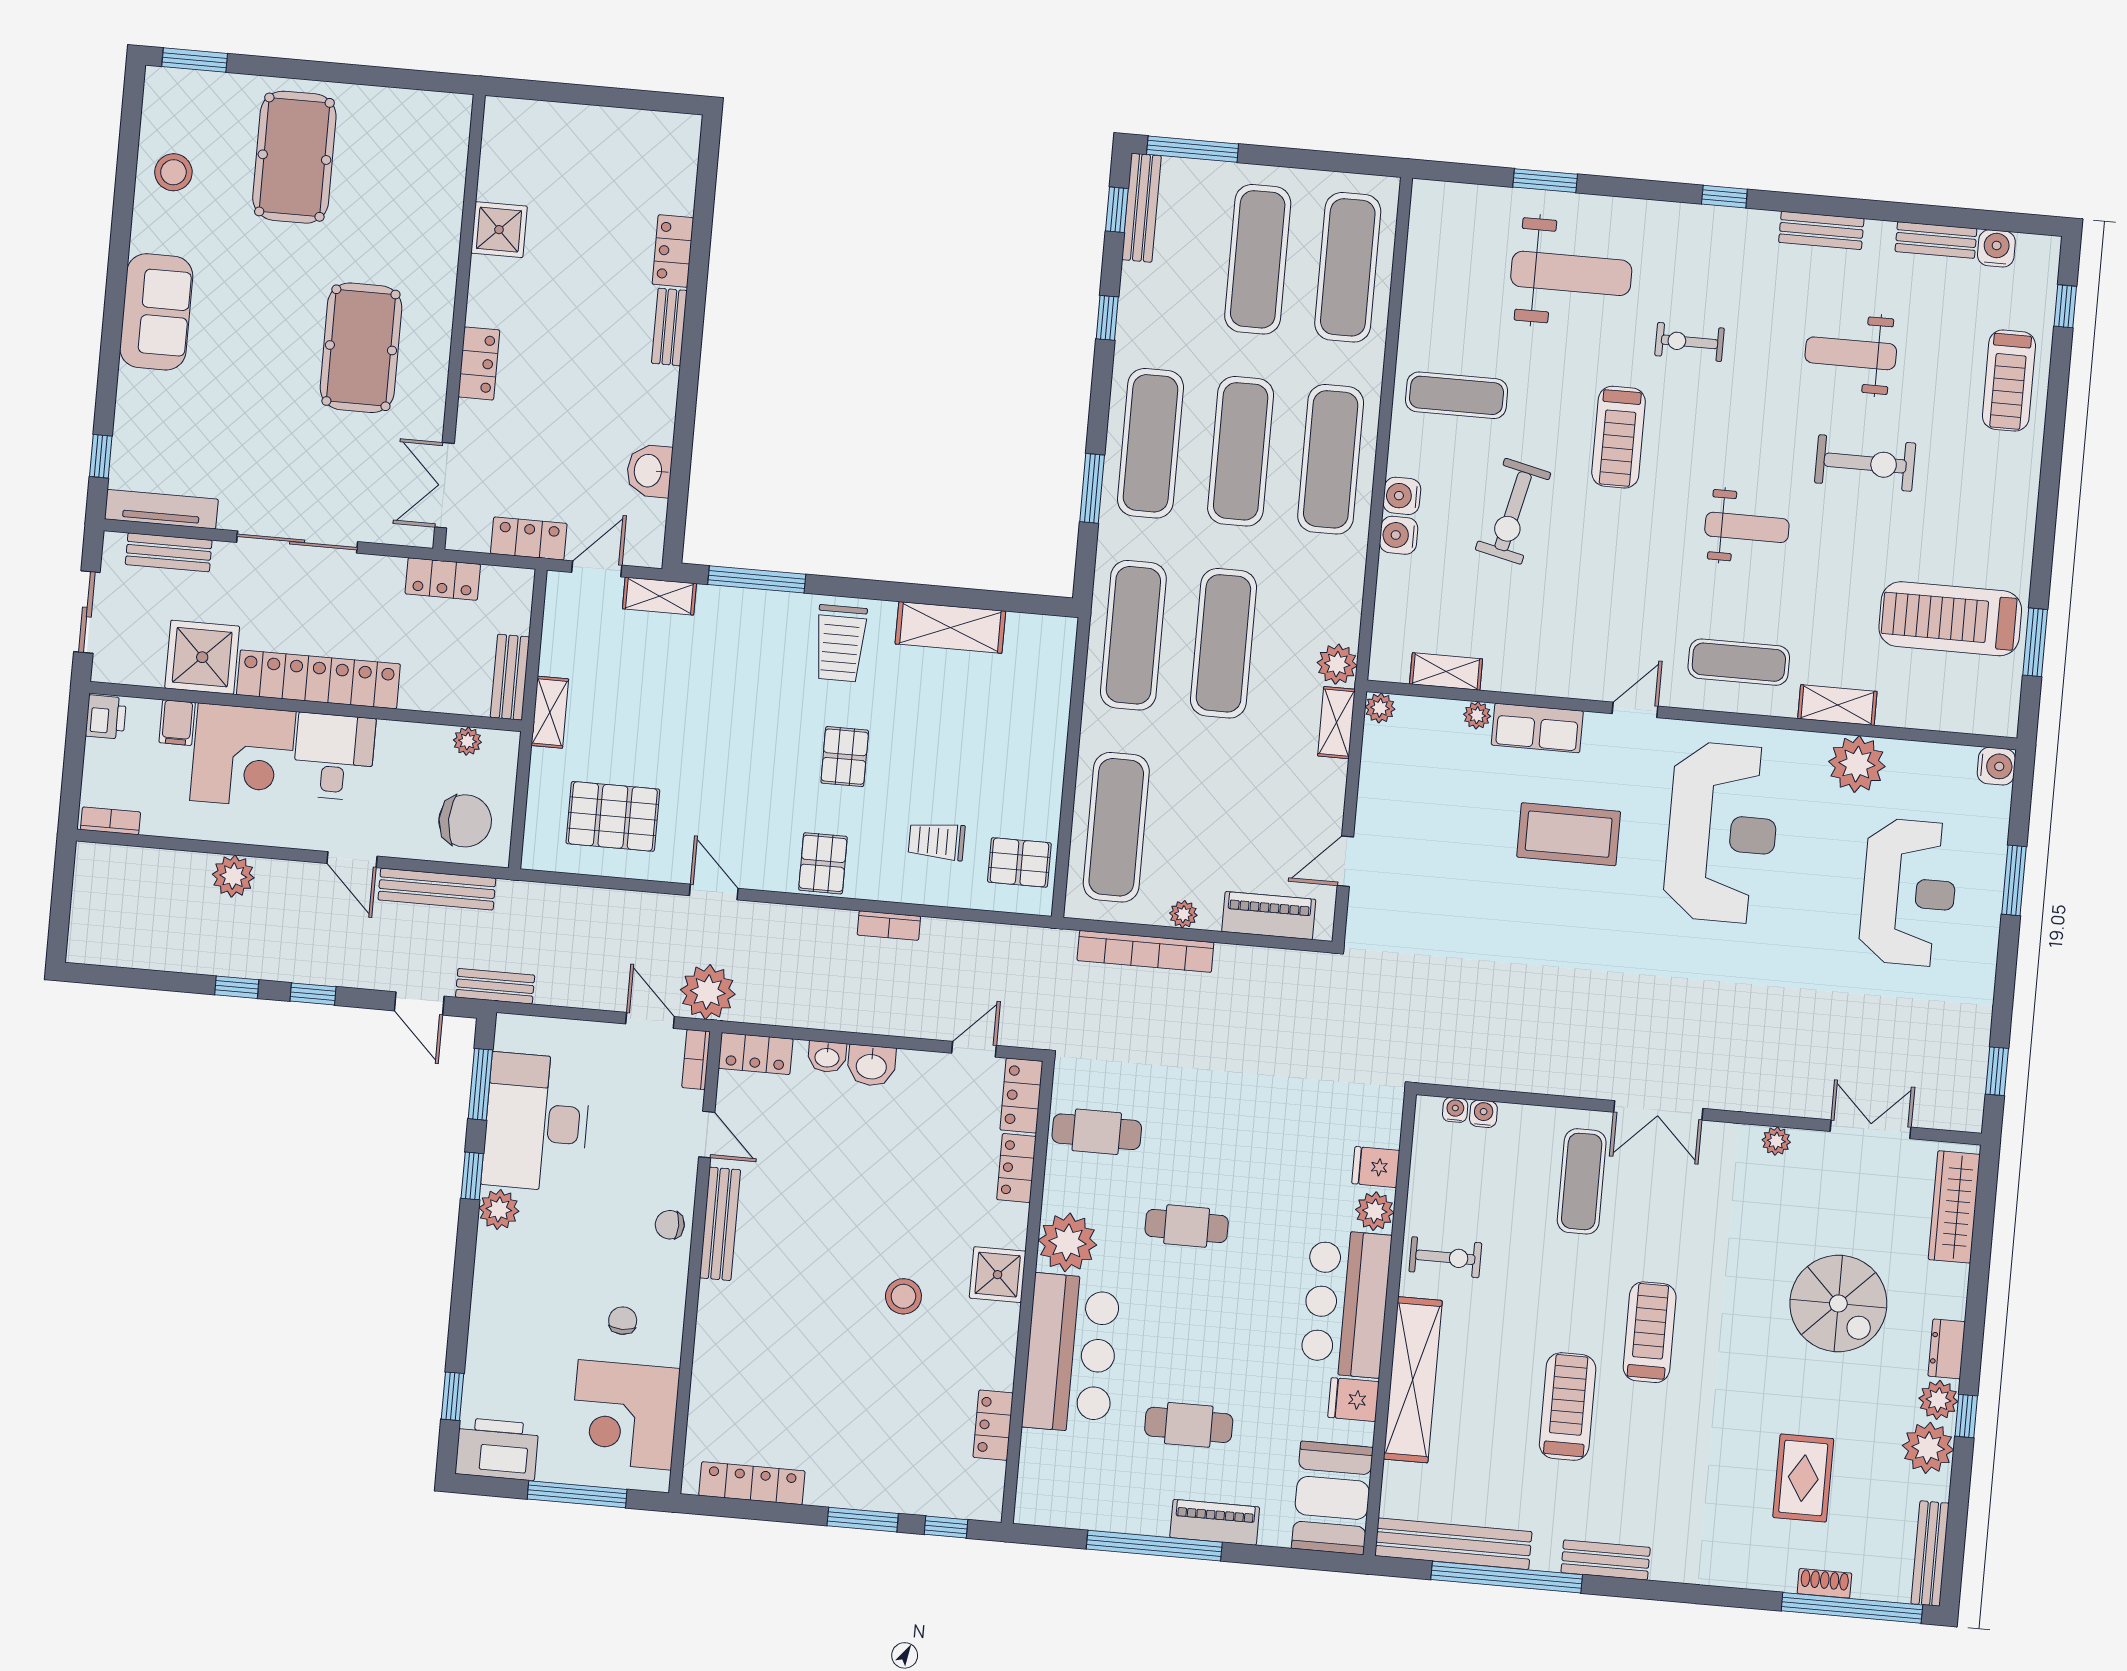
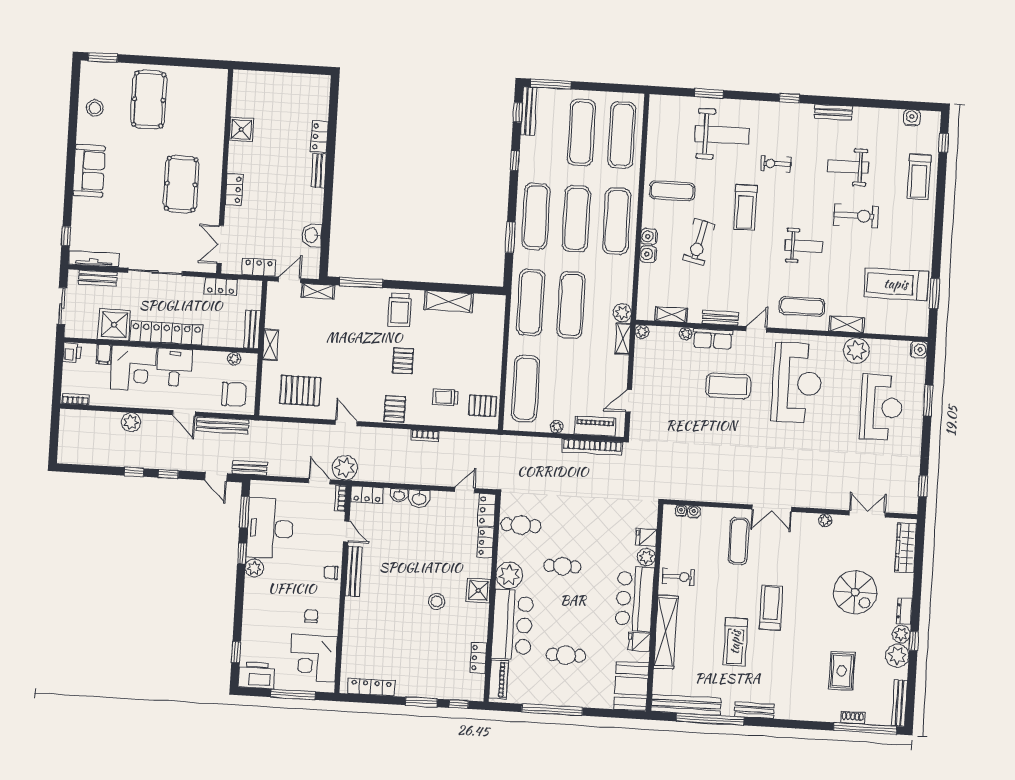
bench: (1936, 240) -> (720, 318), moved
bookcase: (1145, 951) -> (592, 447), moved
treadmill: (1568, 1407) -> (735, 642), turned 180
piano: (1215, 1522) -> (498, 680), moved, turned 90

